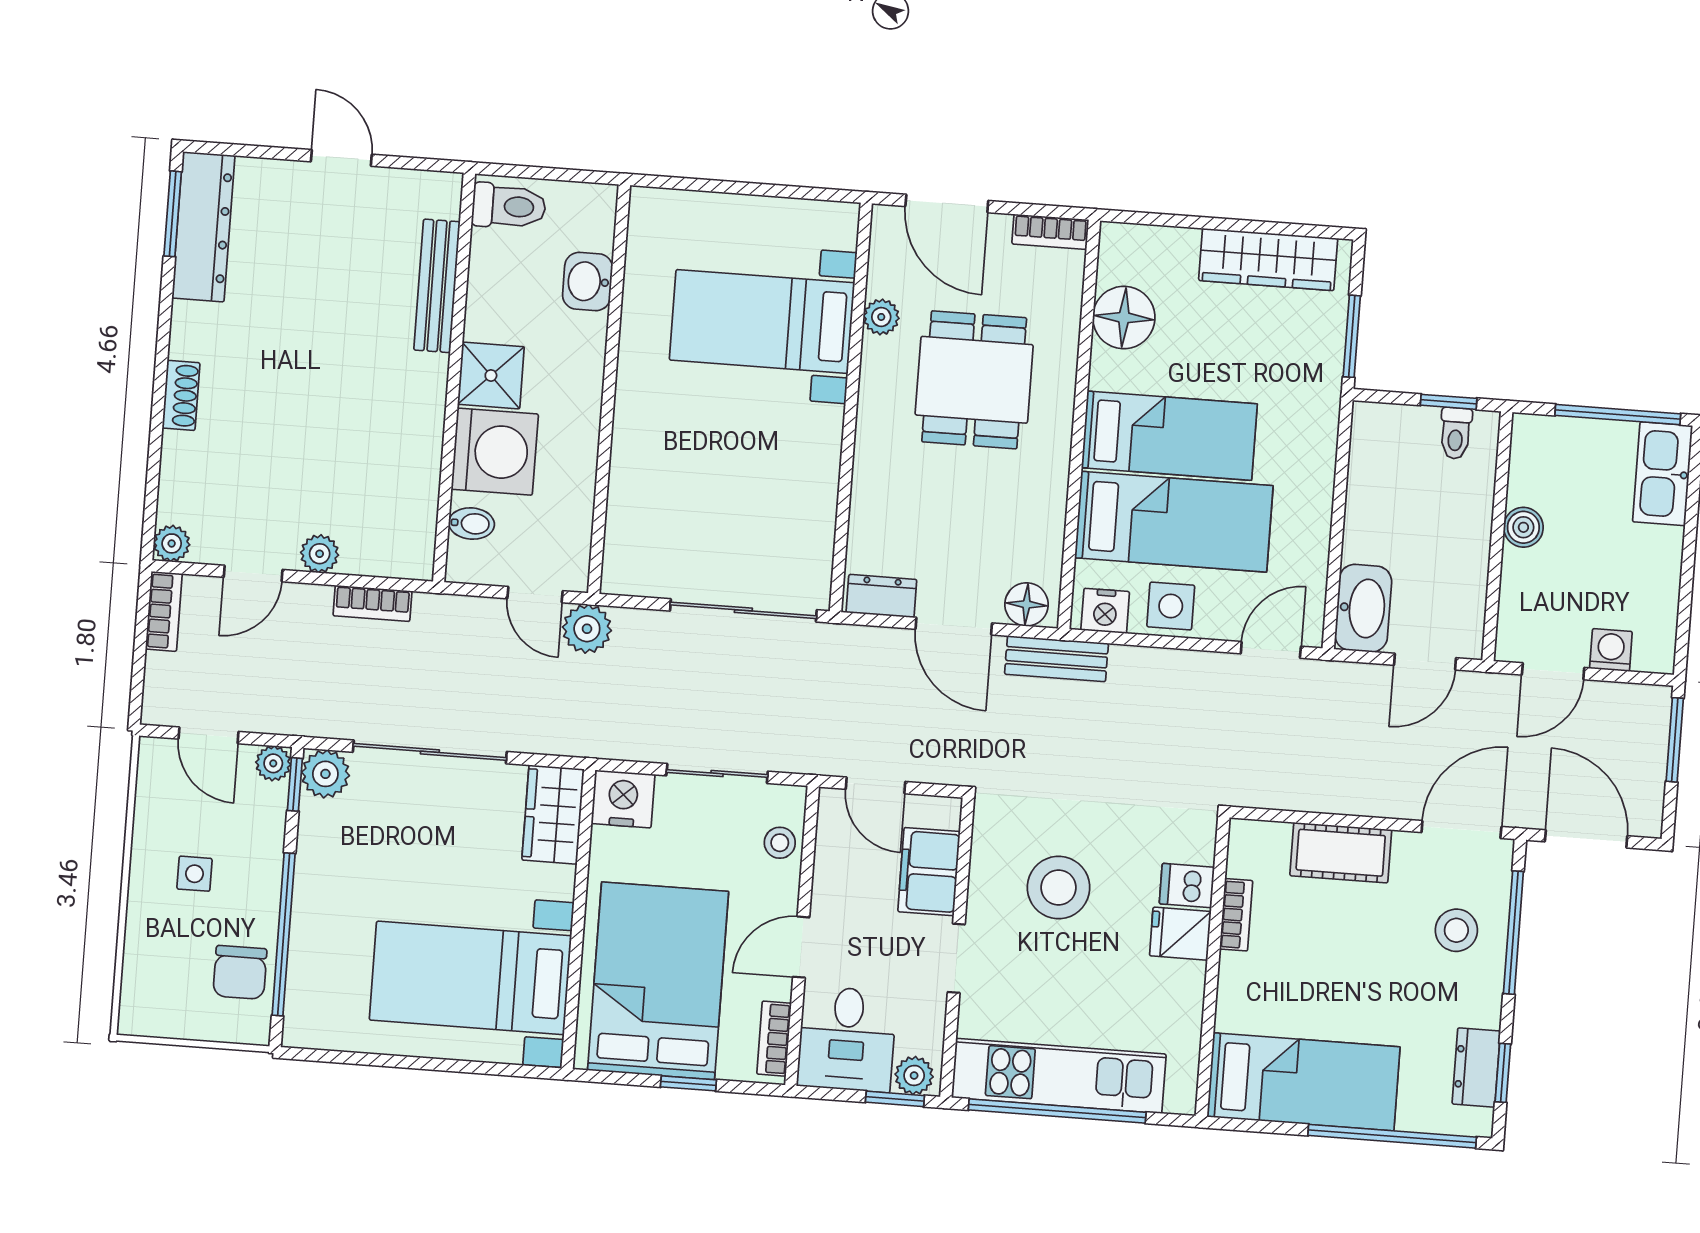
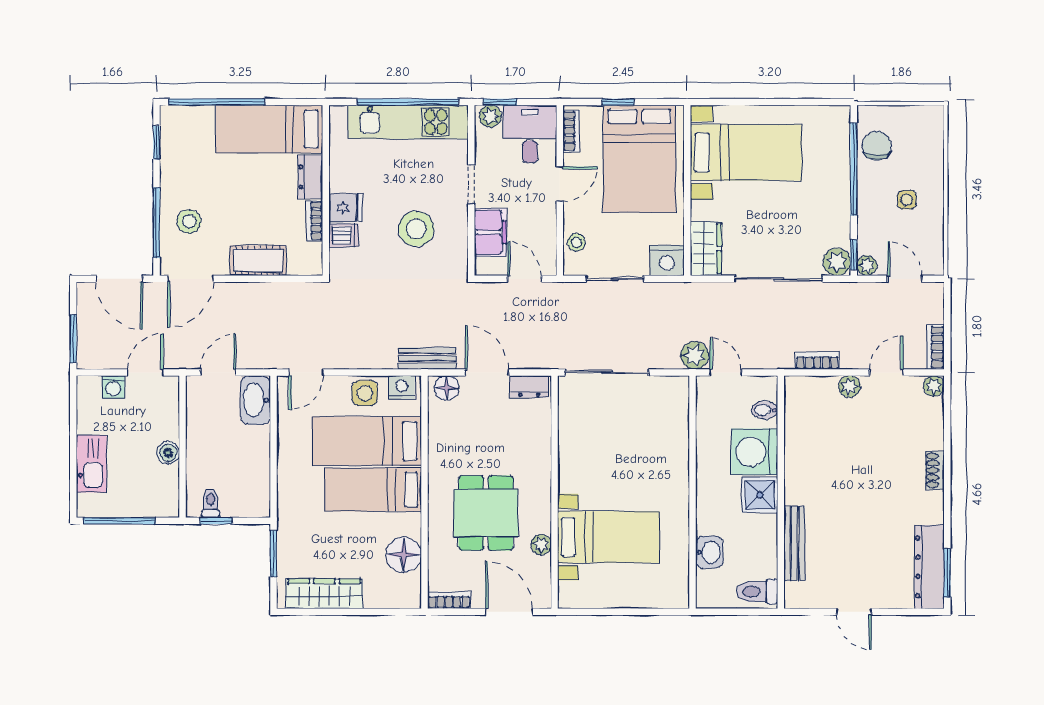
kitchen sink: (1663, 474) -> (92, 464), moved
dresser: (1476, 1068) -> (310, 177), moved, turned 180

